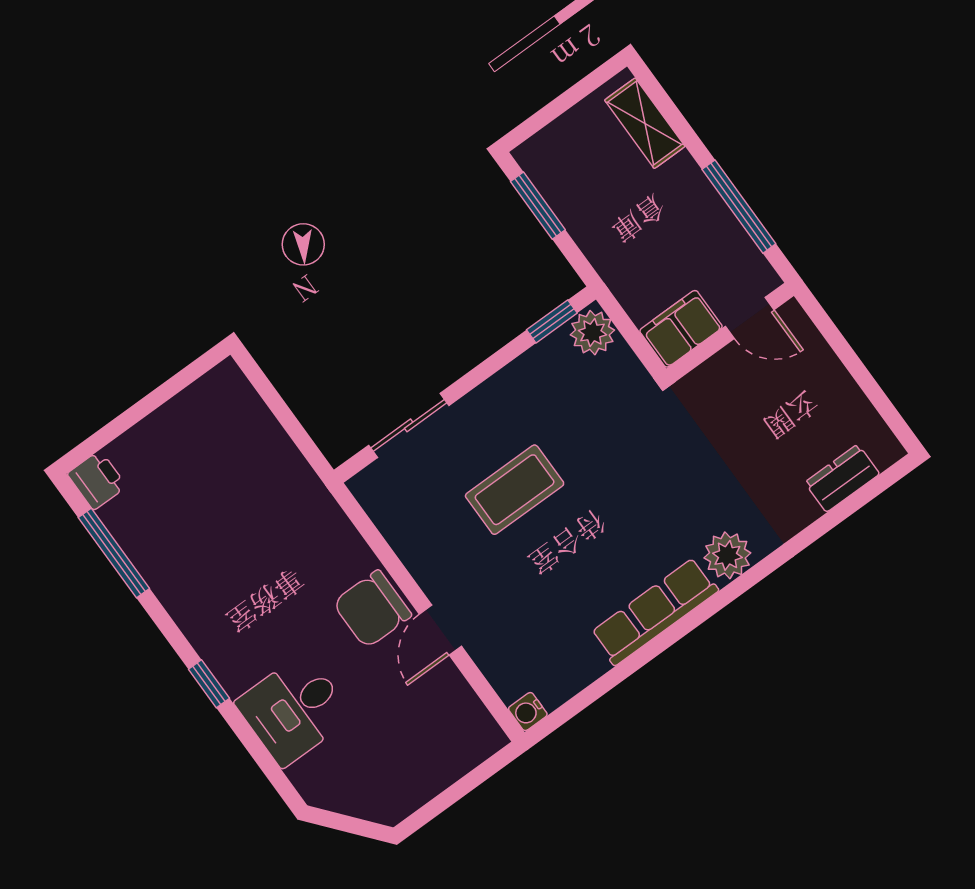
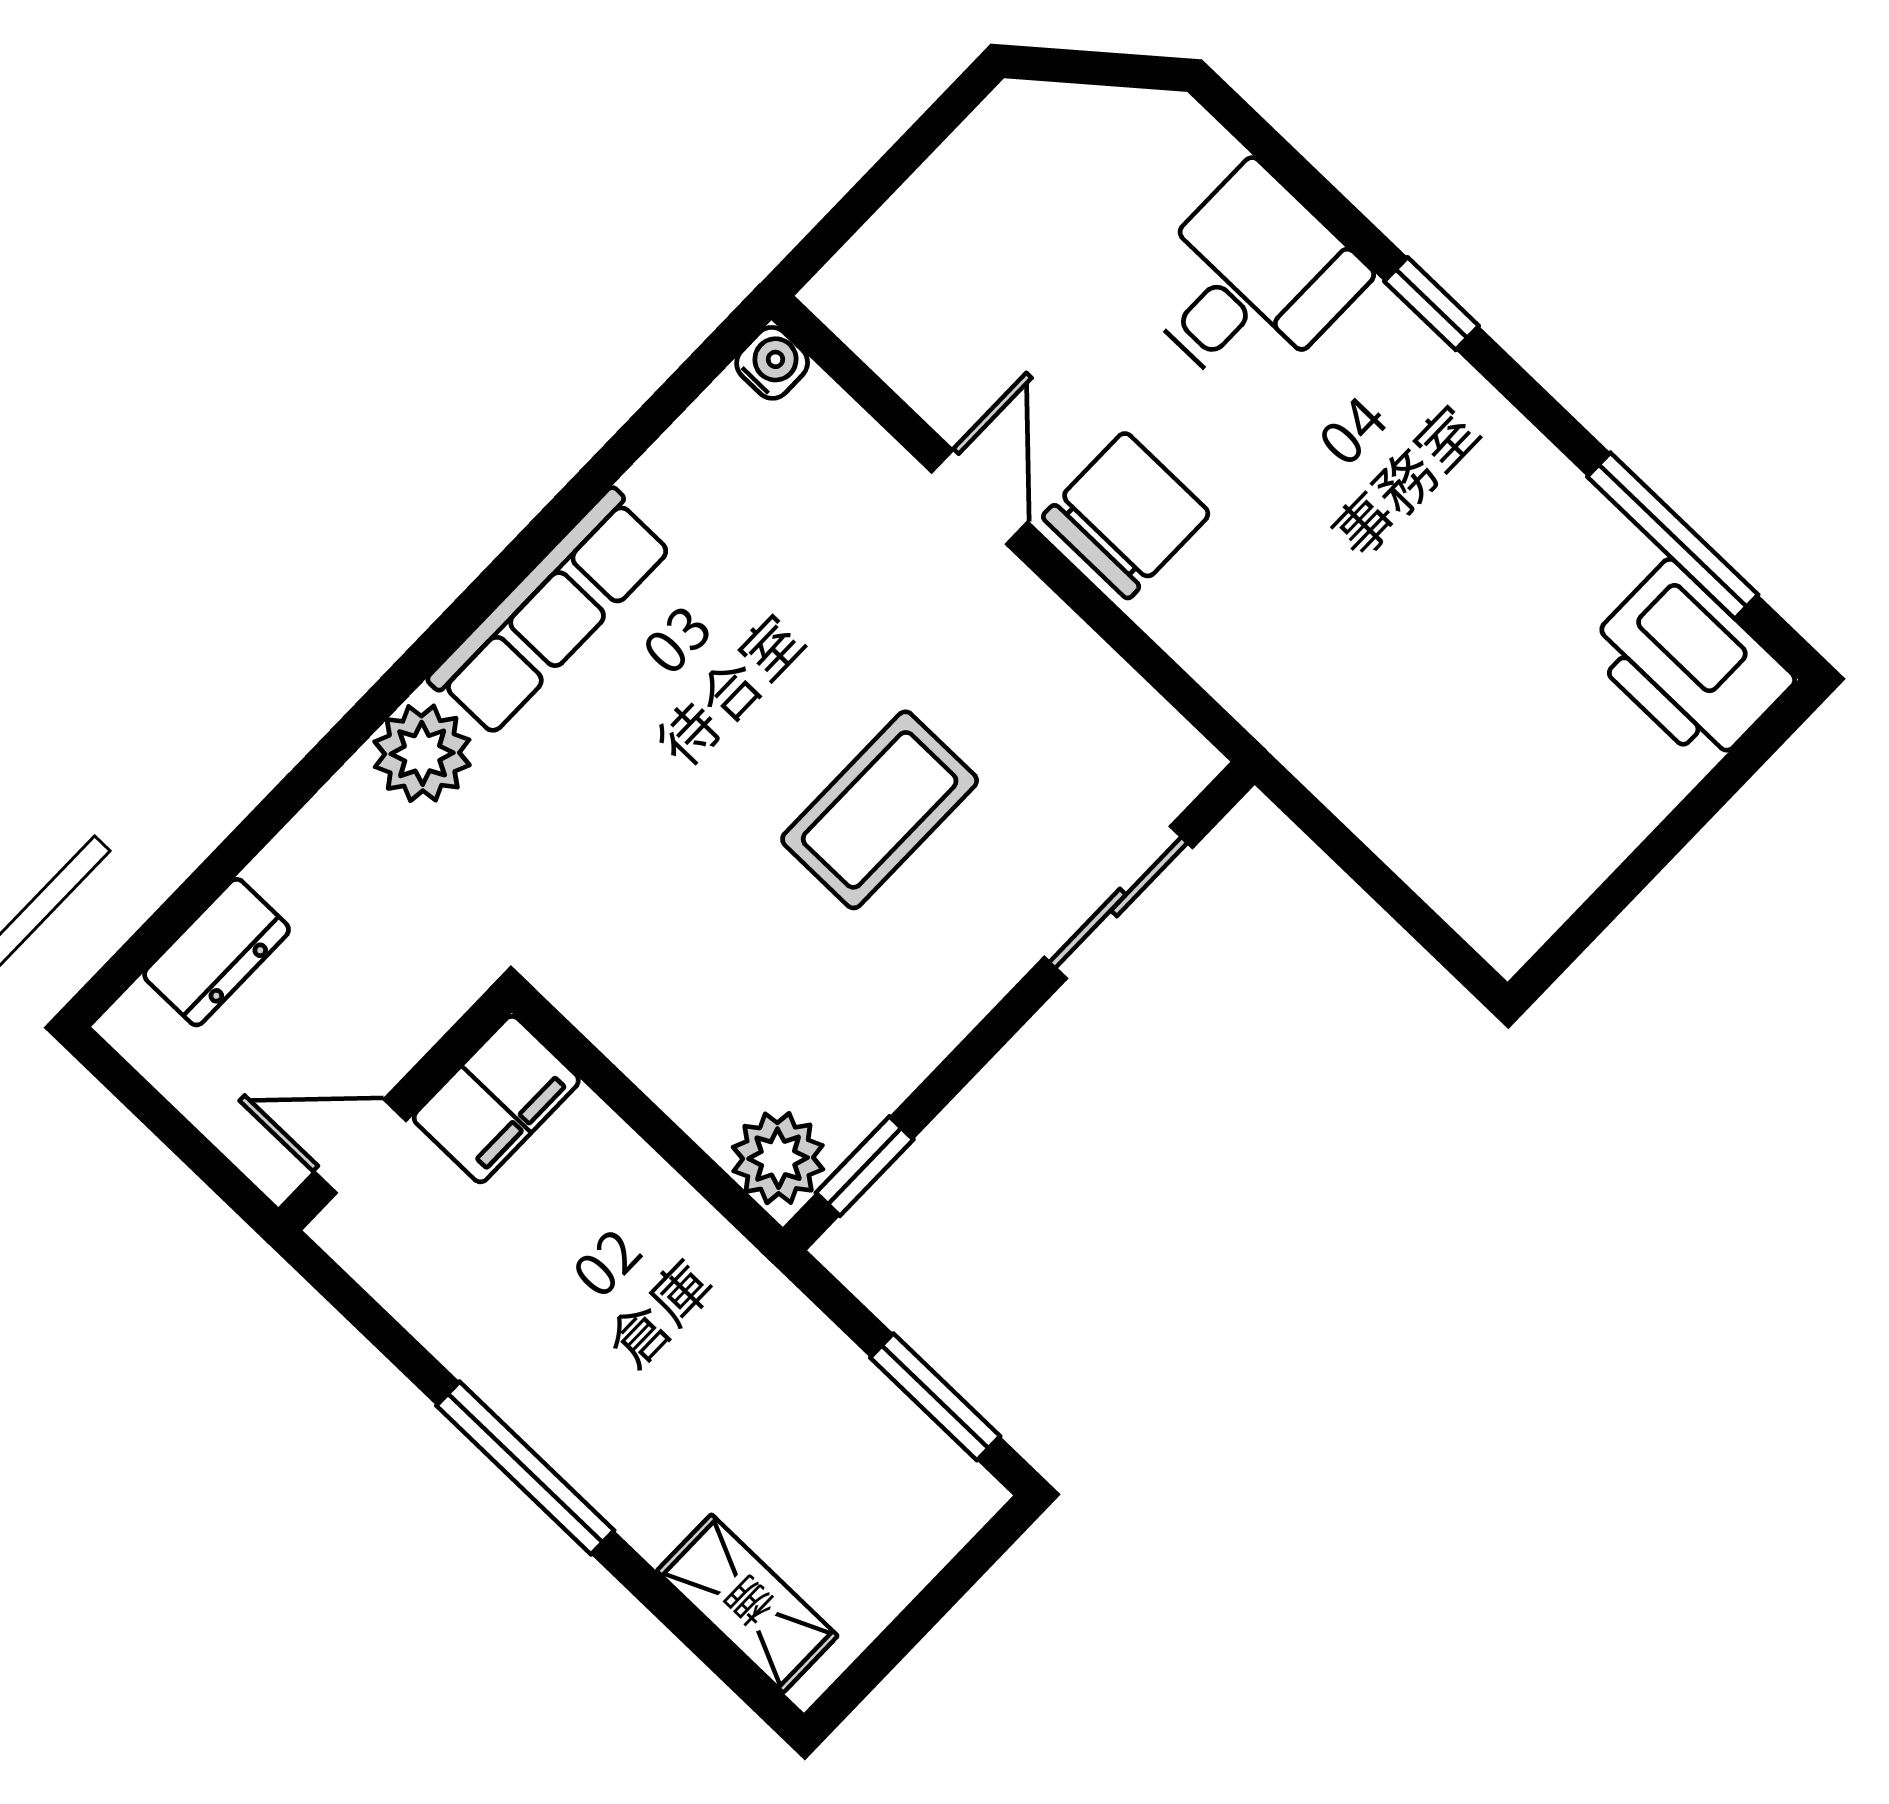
door: (750, 318) -> (360, 1146), moved
filing cabinet: (681, 329) -> (496, 1099), moved
wall: (730, 332) -> (395, 1110), moved
printer: (97, 480) -> (1689, 664), width x1.87, depth x1.48

